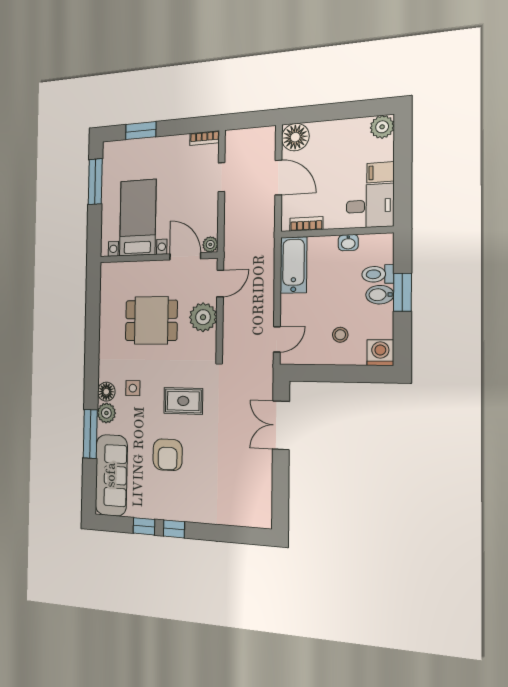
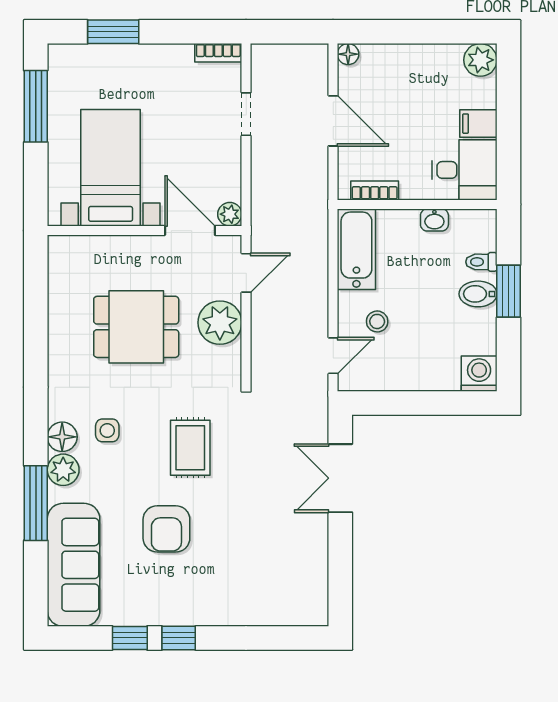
floor lamp: (295, 137) -> (348, 54), width x0.53, depth x0.53
toilet: (378, 274) -> (481, 262), width x0.73, depth x0.72
stool: (340, 335) -> (377, 321), moved
rug: (183, 401) -> (190, 448), turned 90

